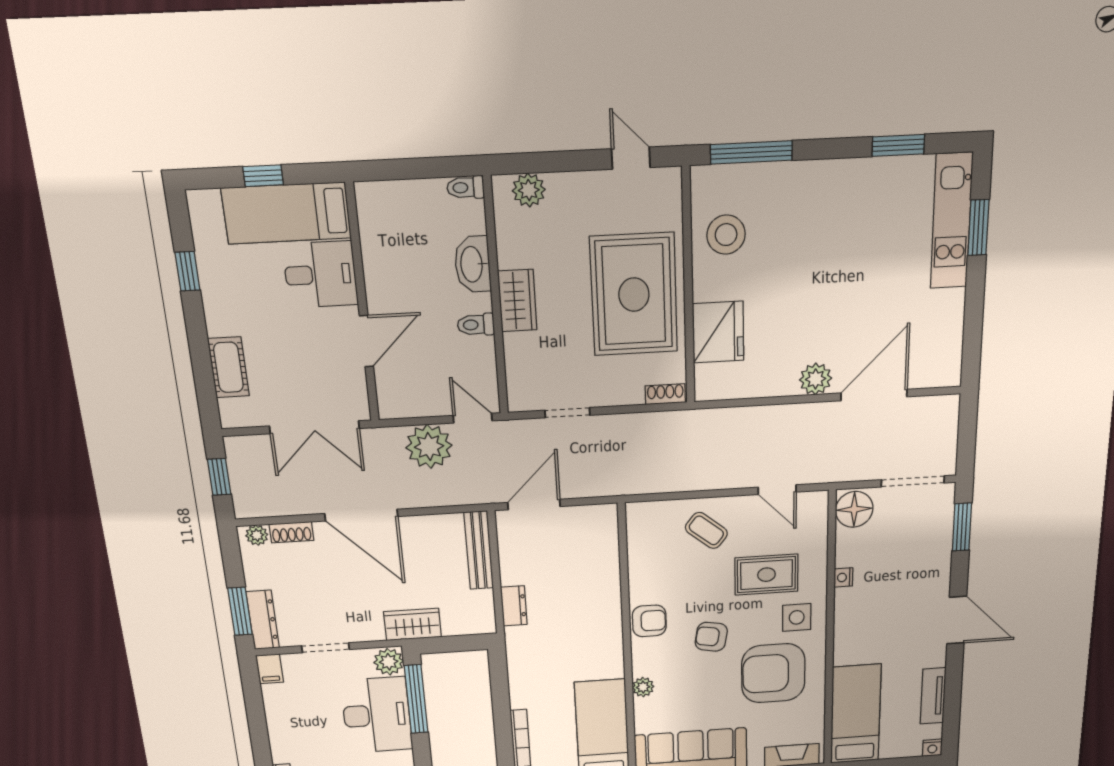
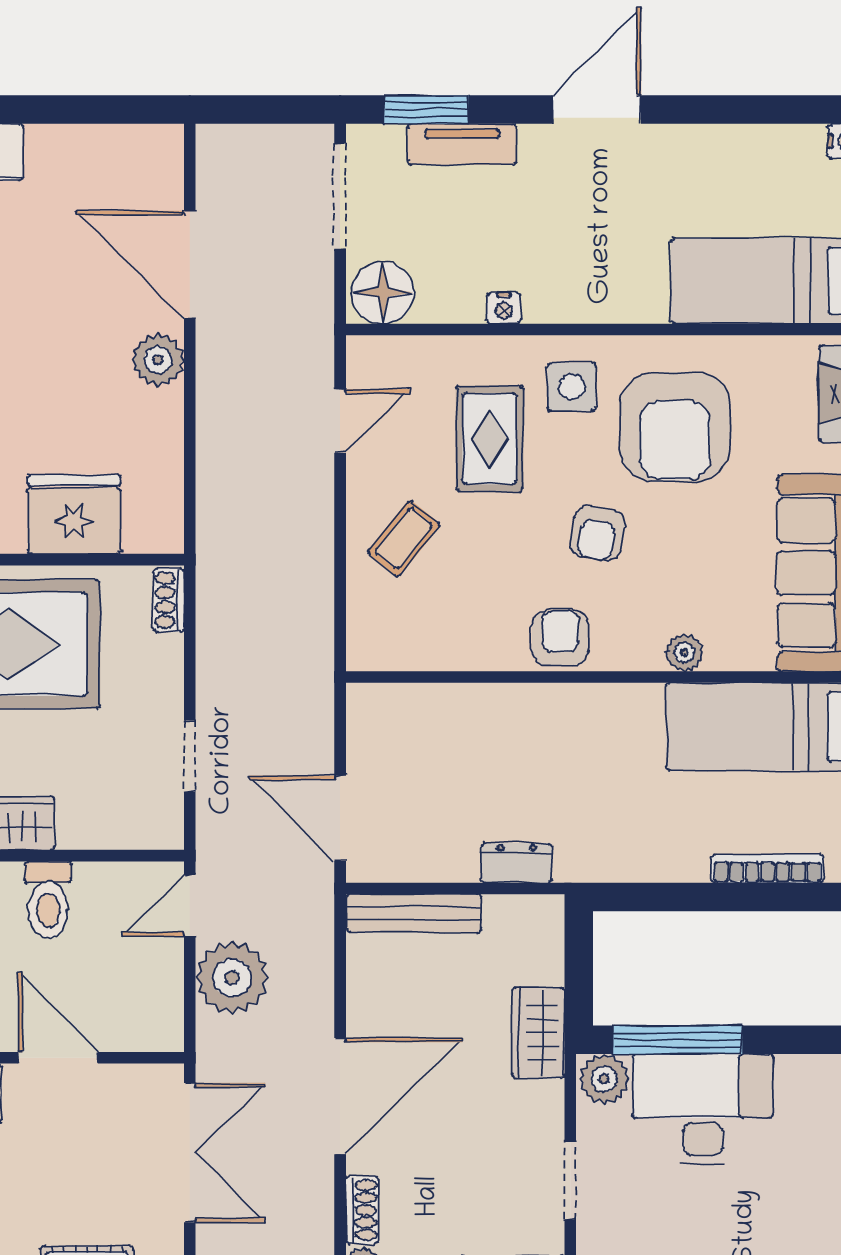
toilet: (476, 325) -> (48, 900), width x1.37, depth x1.39
tv unit: (933, 696) -> (462, 144), moved

